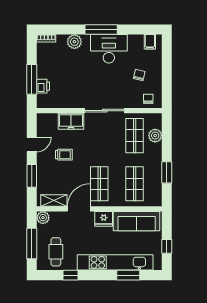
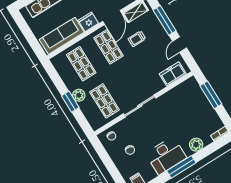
printer: (43, 86) -> (199, 95), removed
freezer: (71, 121) -> (173, 74), moved
plant: (155, 136) -> (79, 95), moved
trolley: (64, 155) -> (137, 39), moved
window: (167, 172) -> (70, 102), moved
window: (32, 176) -> (165, 20), width x1.44
window: (167, 246) -> (26, 31), removed

